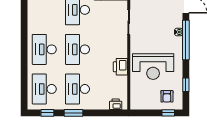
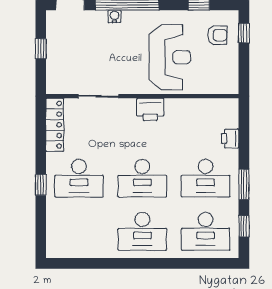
printer: (120, 67) -> (150, 109), moved
printer: (116, 104) -> (230, 138), moved

